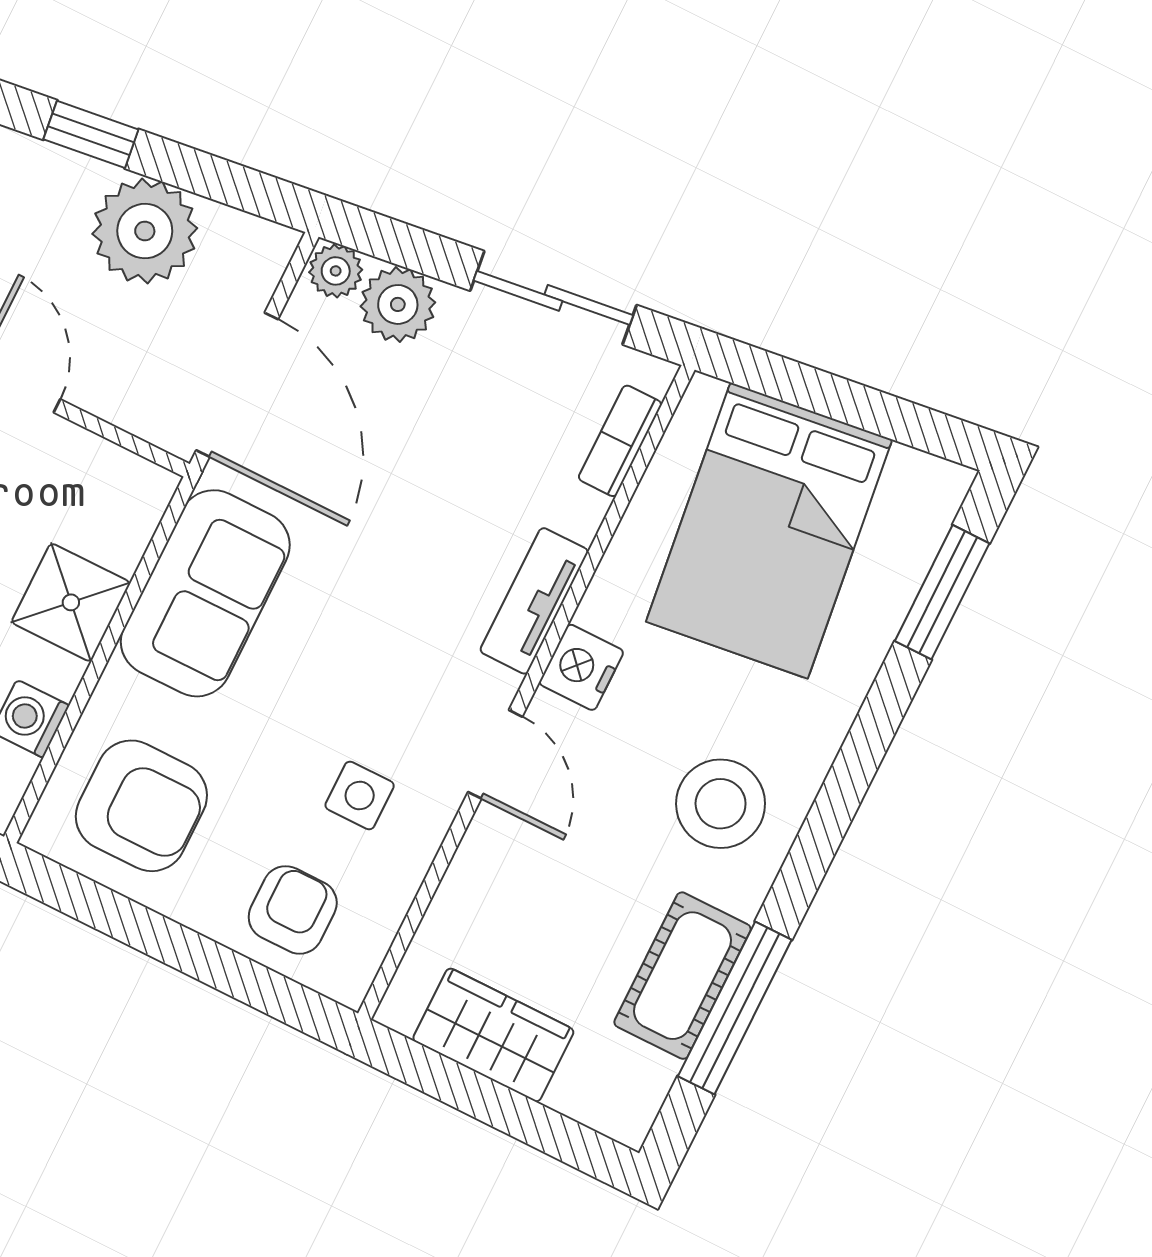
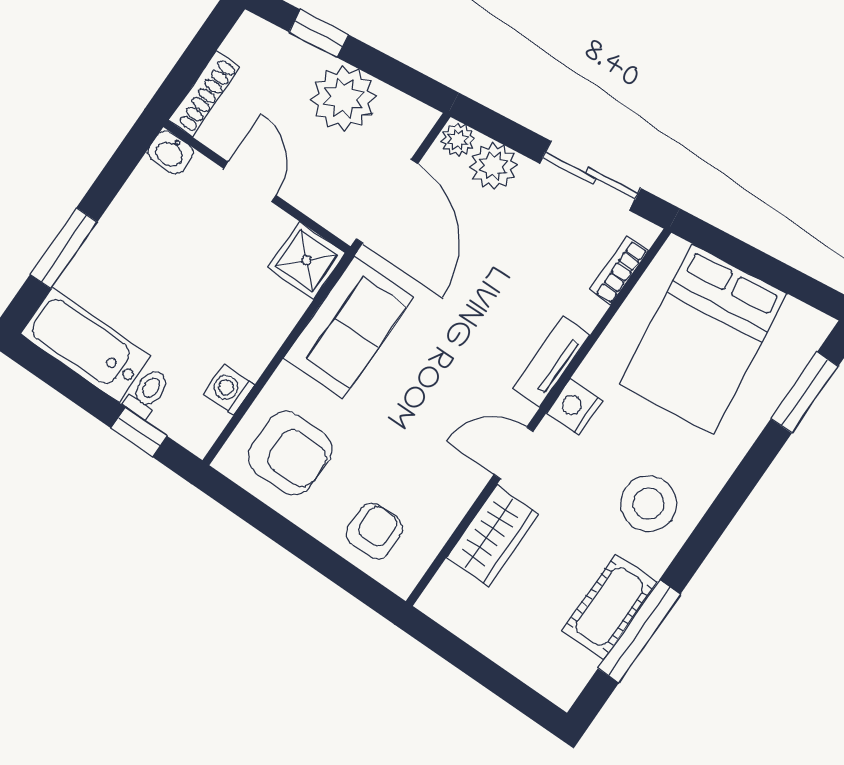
shower: (71, 602) -> (307, 260), moved
door: (495, 754) -> (514, 453), swing flipped
side table: (360, 795) -> (426, 466), removed
wardrobe: (493, 1035) -> (493, 536), moved, turned 90

